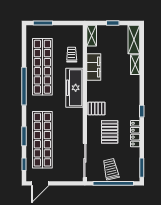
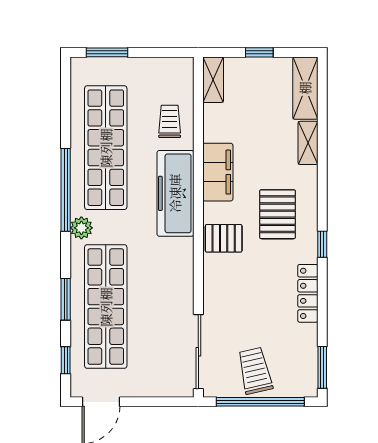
filing cabinet: (94, 67) -> (218, 172), moved
plant: (31, 104) -> (81, 228), added
pallet: (110, 132) -> (278, 214), moved

